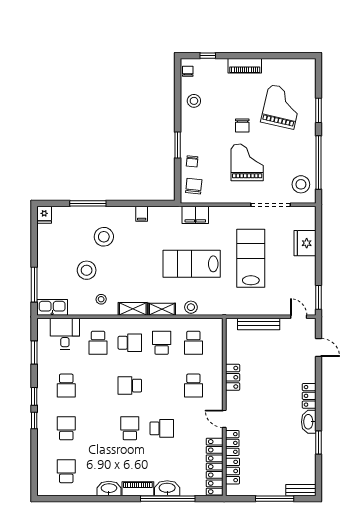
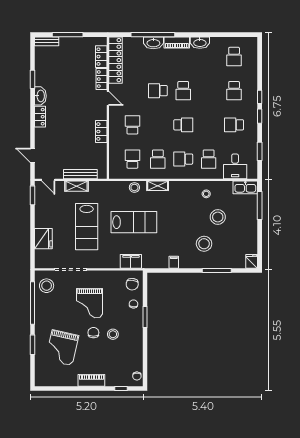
stool: (194, 101) -> (113, 334), moved
shelving: (133, 309) -> (77, 186), moved
school desk: (98, 343) -> (209, 159), turned 180
school desk: (66, 386) -> (234, 125), turned -90

